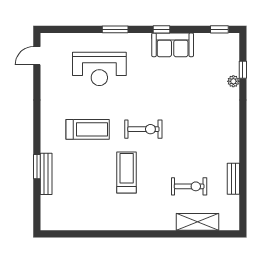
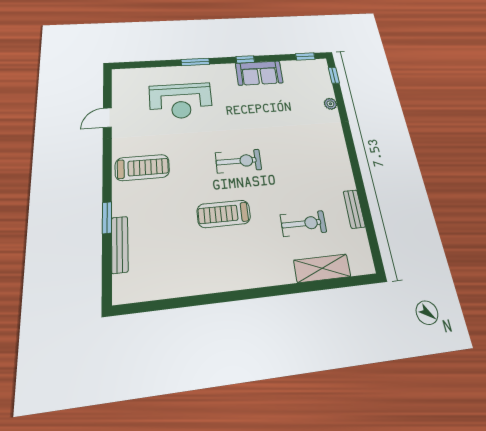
door: (37, 56) -> (107, 118), moved
window: (243, 70) -> (334, 75), moved
treadmill: (88, 129) -> (142, 168), moved
treadmill: (127, 172) -> (224, 214), turned -90
bench: (46, 174) -> (120, 244), moved

